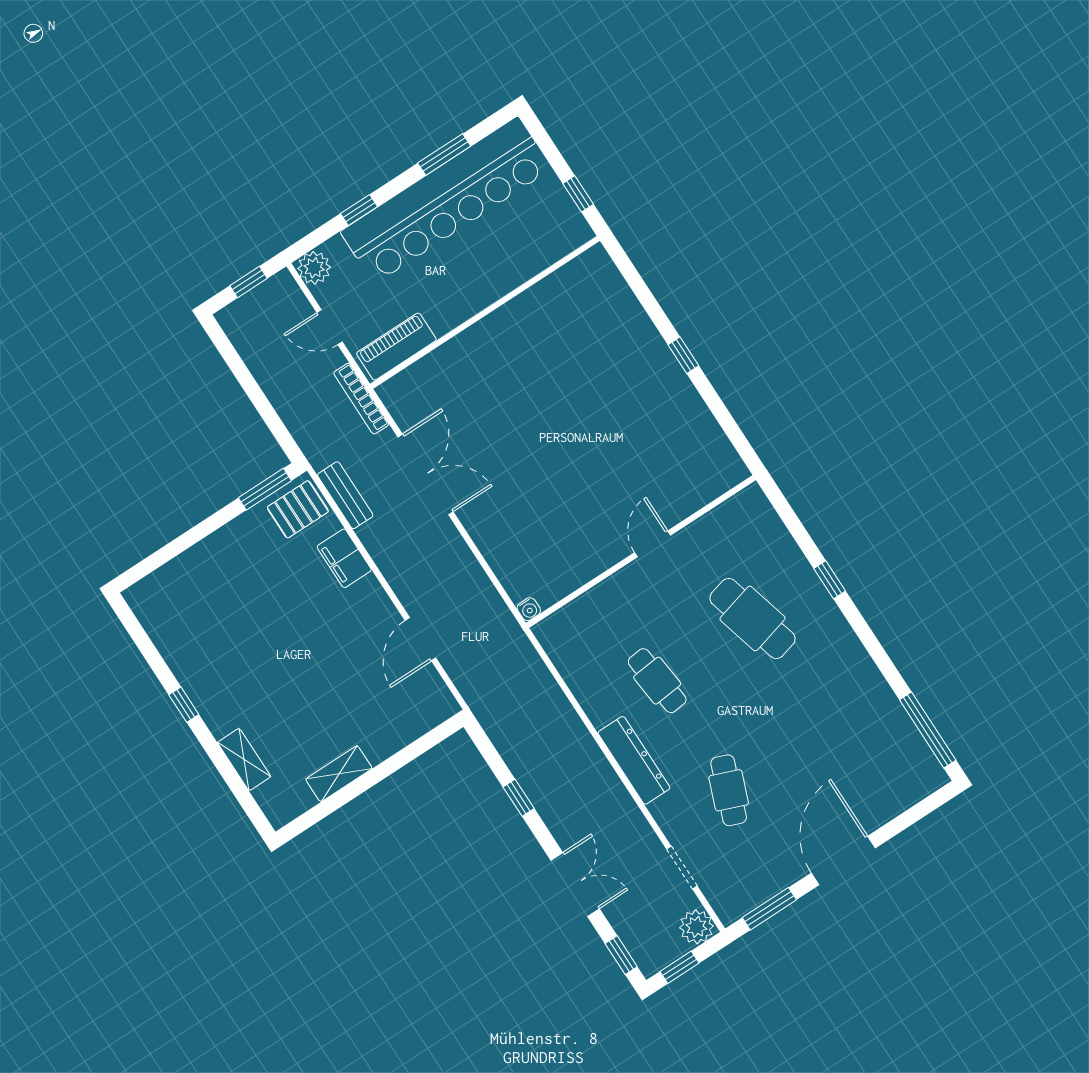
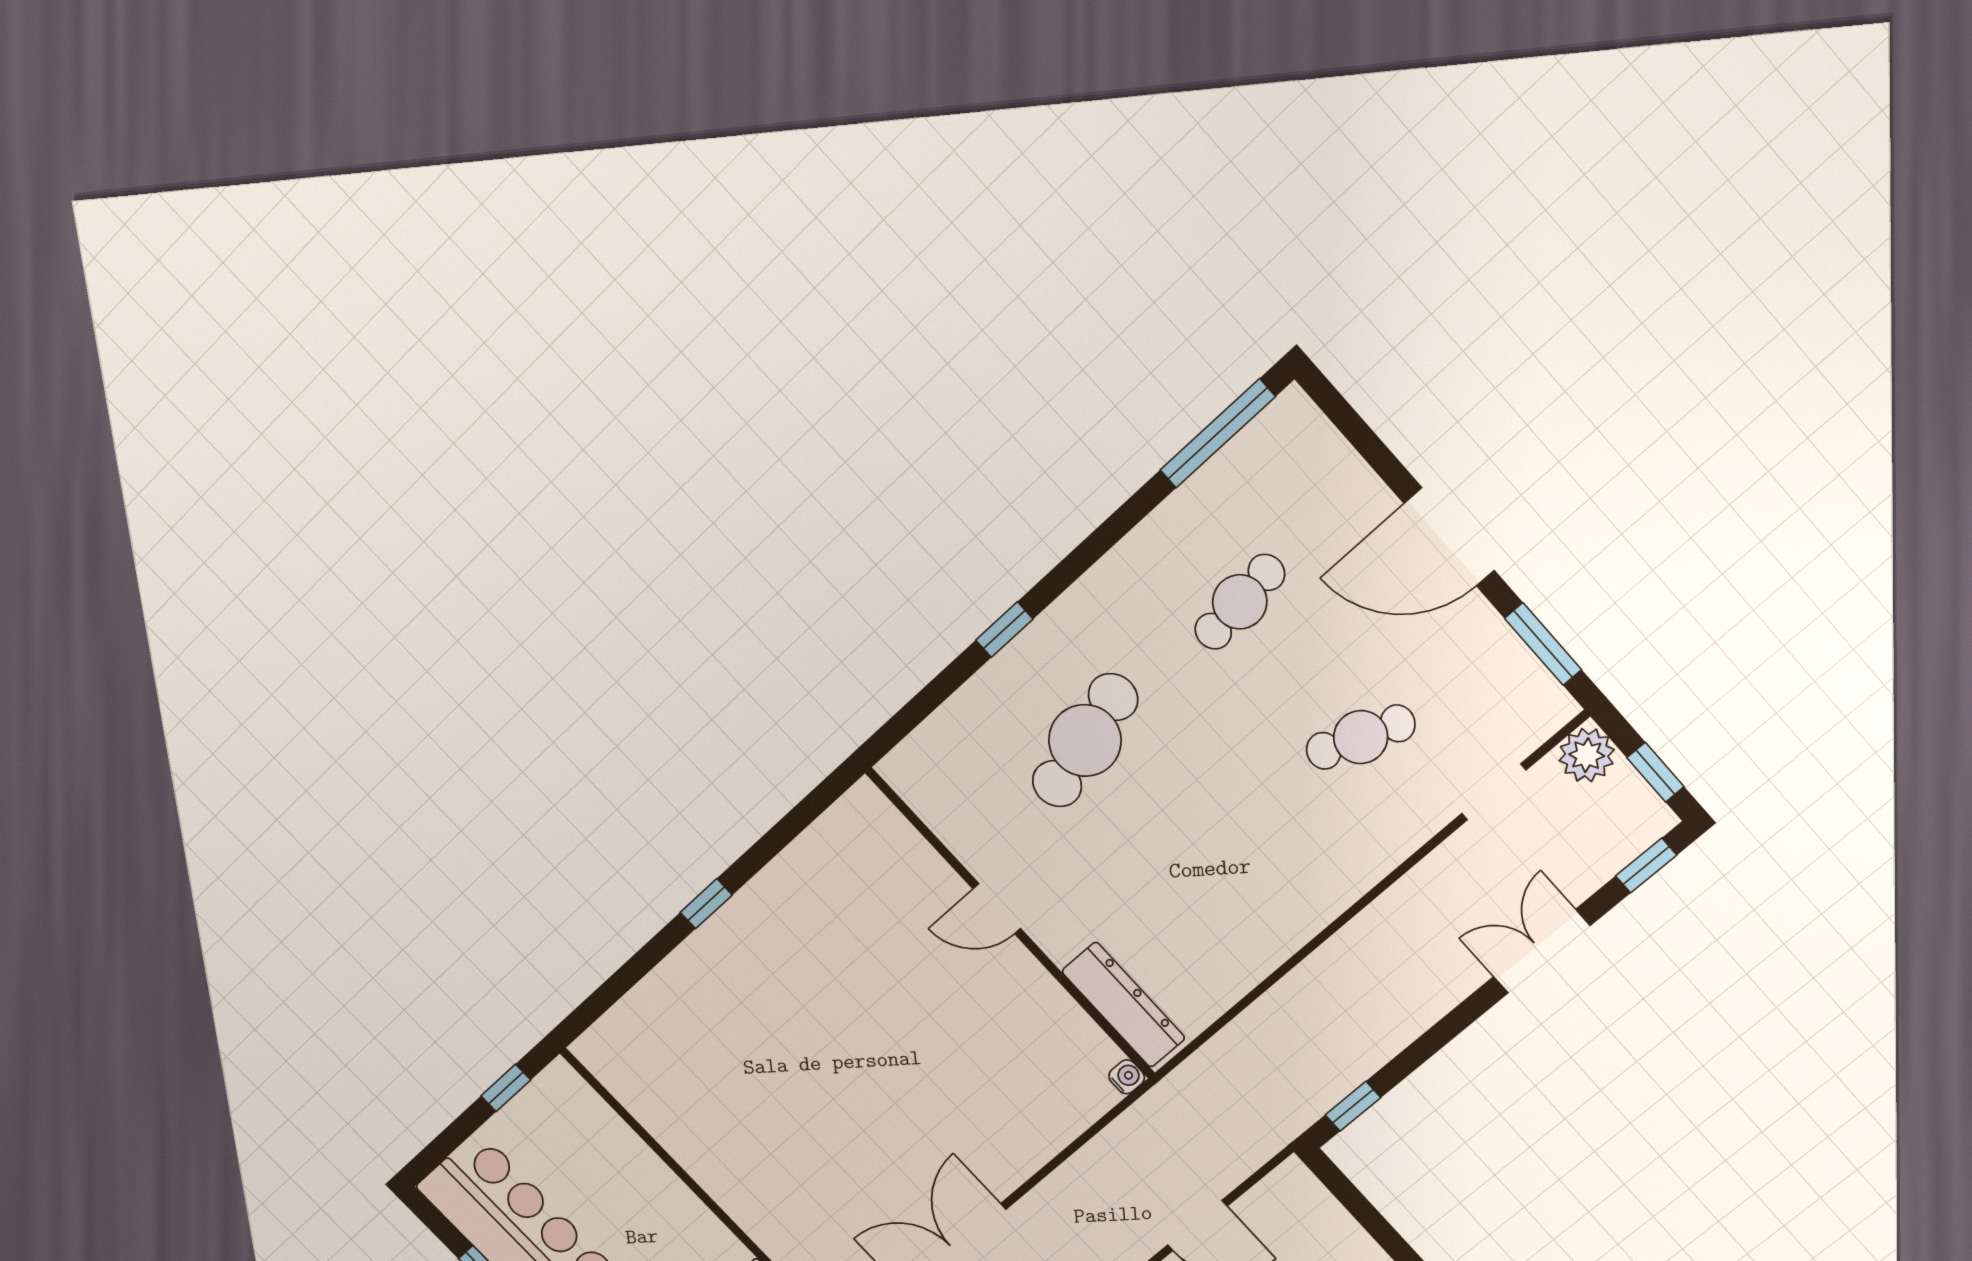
cafe table: (657, 681) -> (1240, 602), moved
dresser: (634, 760) -> (1124, 1005), moved, turned 90
window: (519, 798) -> (1353, 1106), moved

